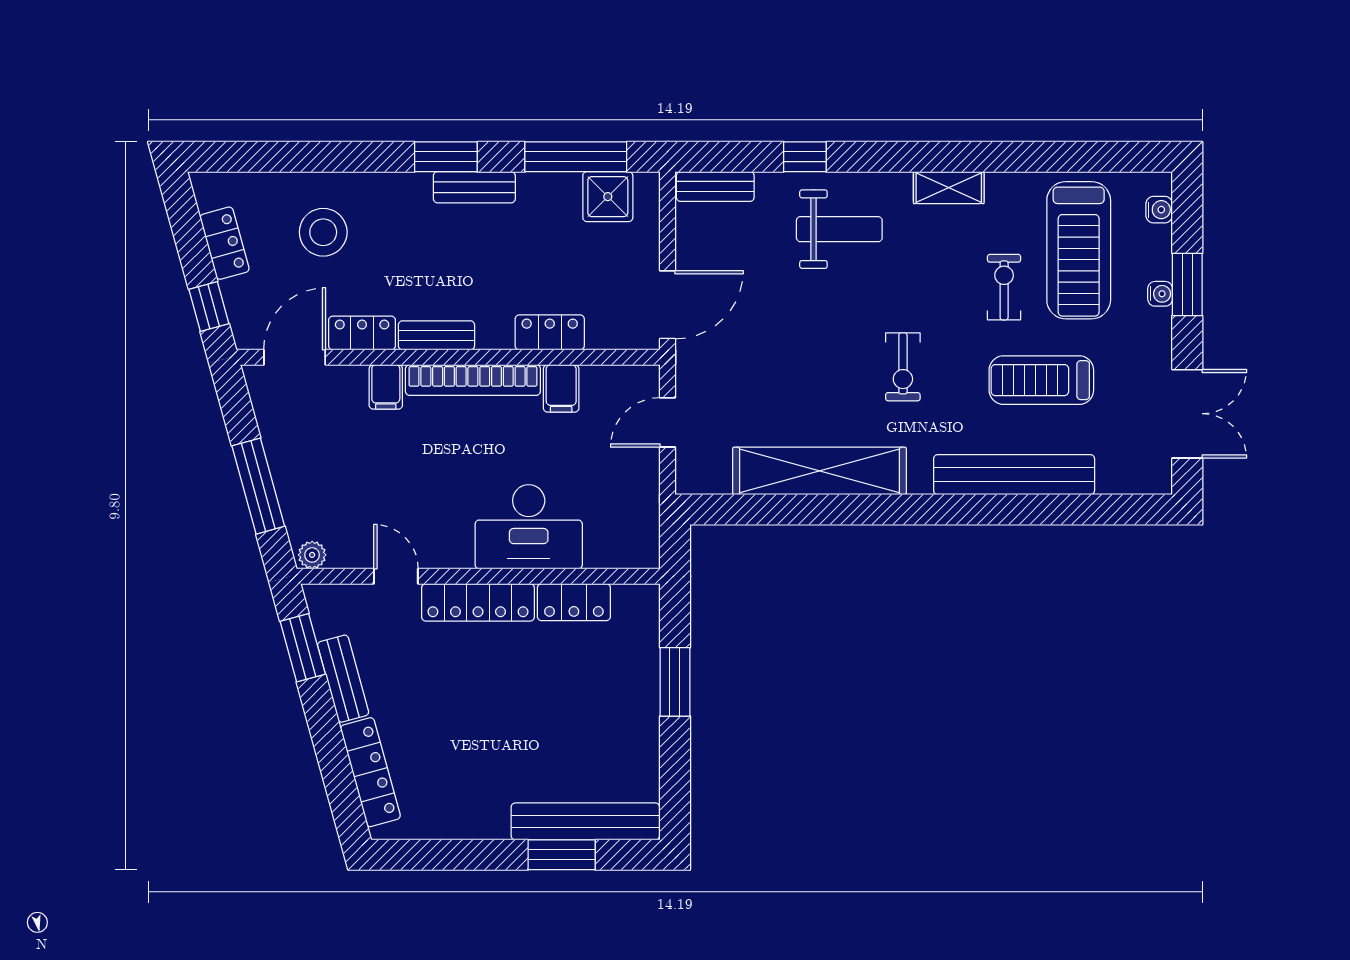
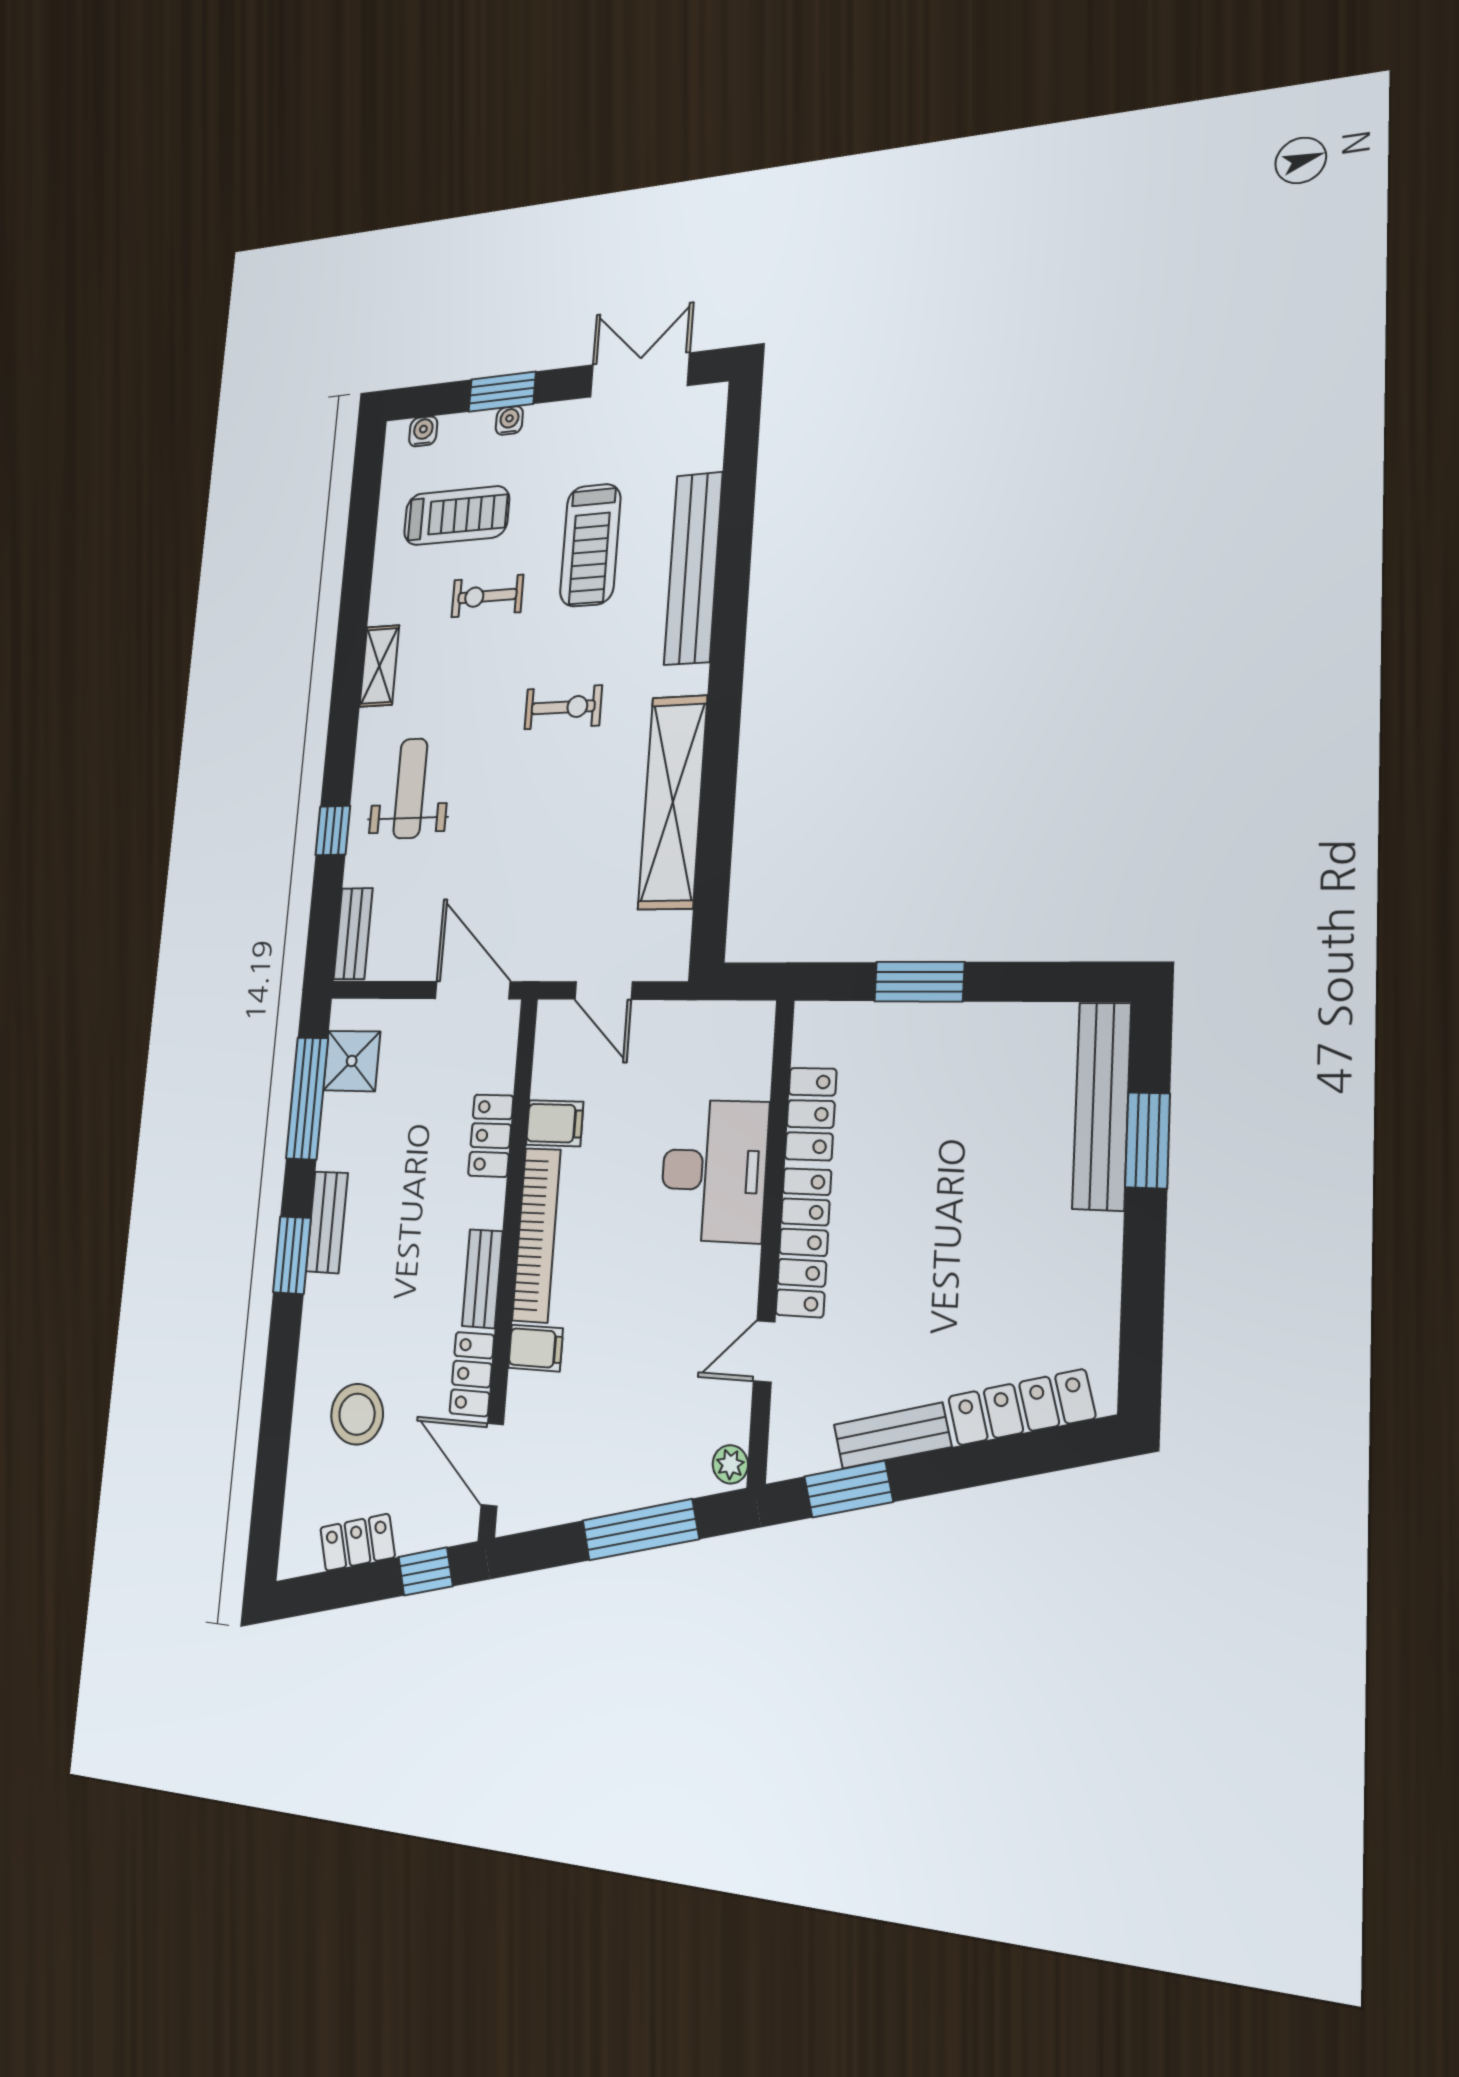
treadmill: (1079, 250) -> (456, 516), width x0.73, depth x0.73

